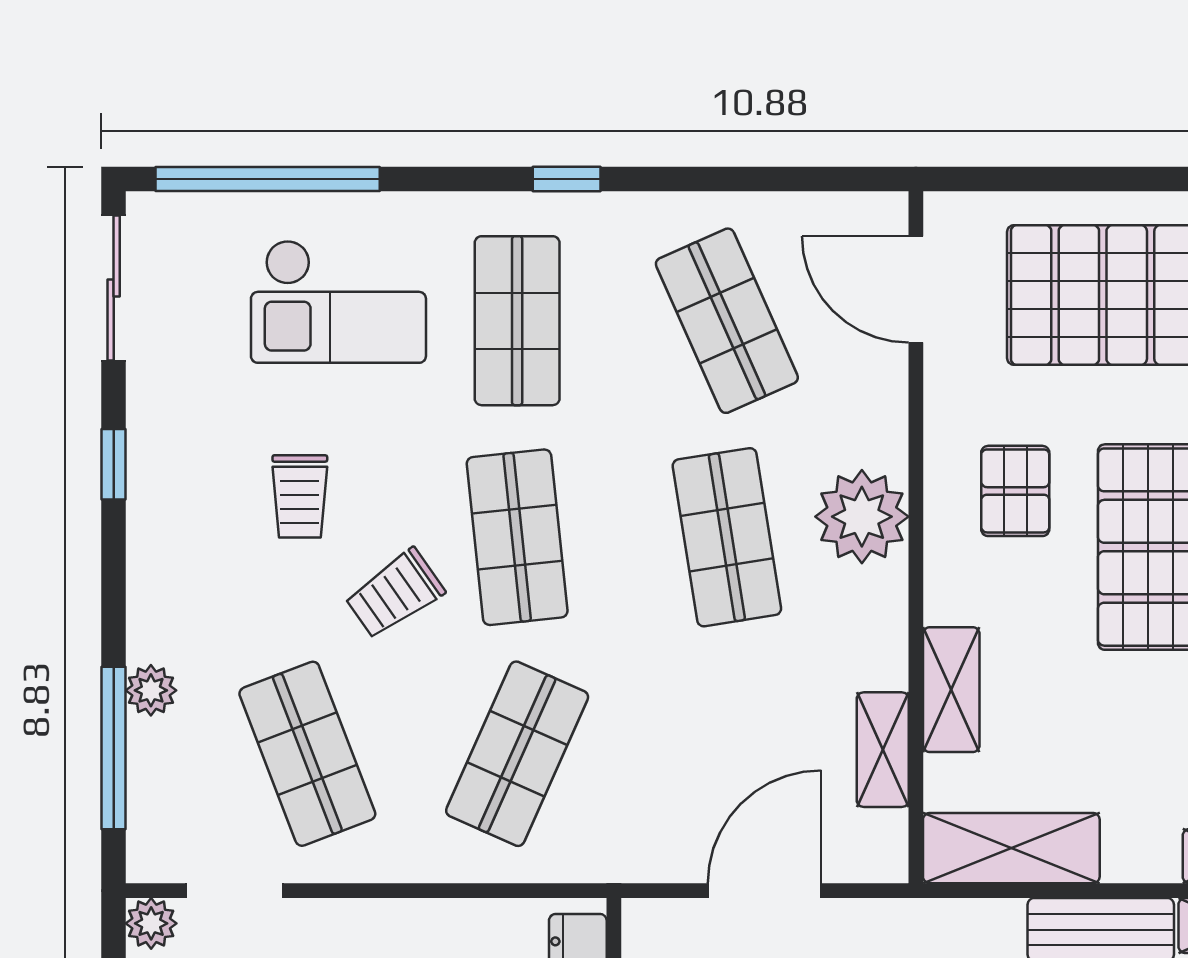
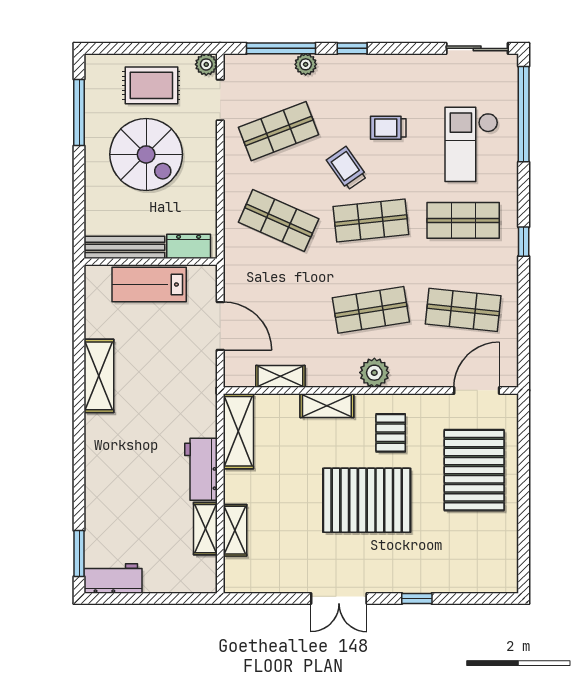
shop shelf: (727, 321) -> (463, 310), turned 30
window: (114, 464) -> (352, 48), moved
pallet: (1015, 491) -> (391, 433), turned 90
plant: (862, 517) -> (374, 373), width x0.73, depth x0.73
shelving: (951, 690) -> (327, 406), moved

